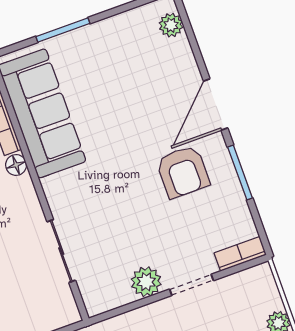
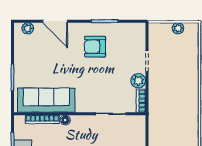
door: (216, 105) -> (55, 21), moved
armchair: (183, 172) -> (95, 47), turned 180
bookcase: (240, 254) -> (141, 101), moved

